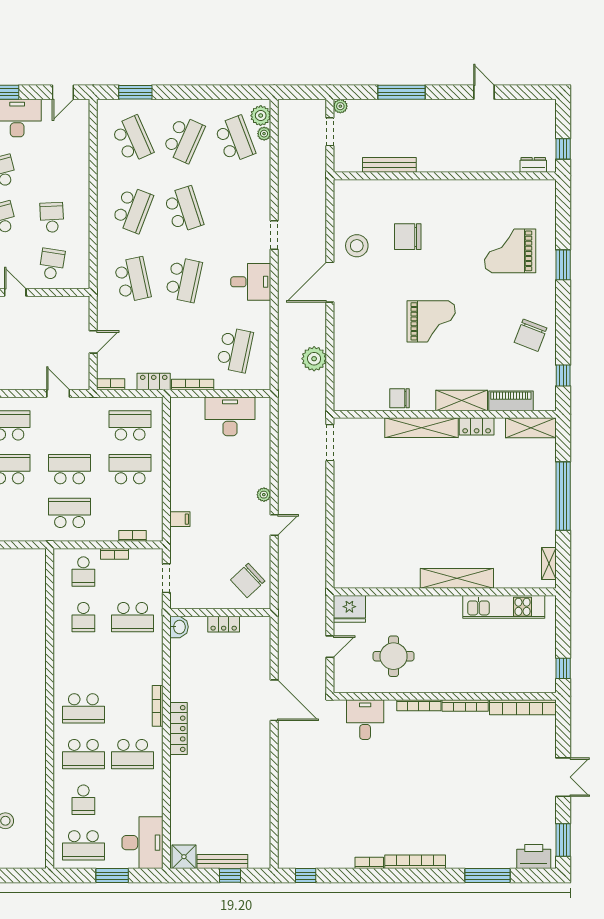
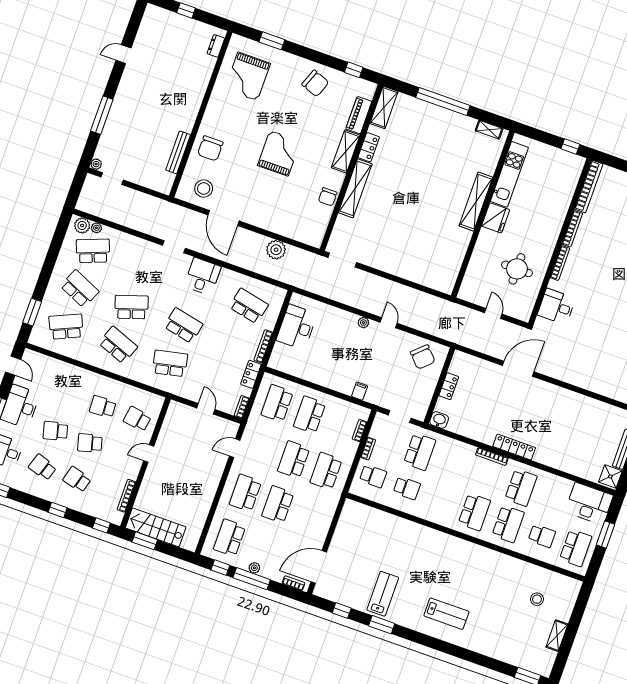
bench: (389, 165) -> (178, 152), moved
dresser: (533, 165) -> (216, 46), moved
wall: (445, 176) -> (201, 114), moved
fridge: (349, 609) -> (496, 218), moved

